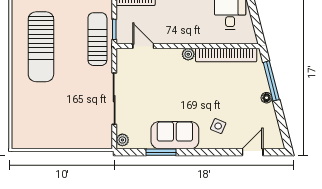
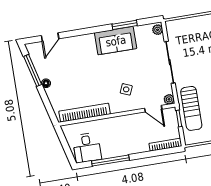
plant: (188, 54) -> (169, 99), moved
window: (271, 81) -> (33, 70), moved
side table: (218, 126) -> (126, 89), moved

